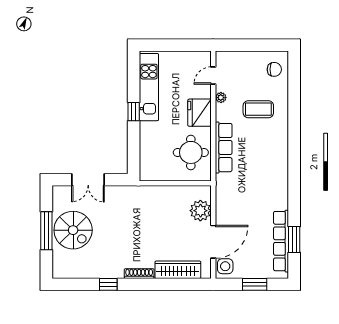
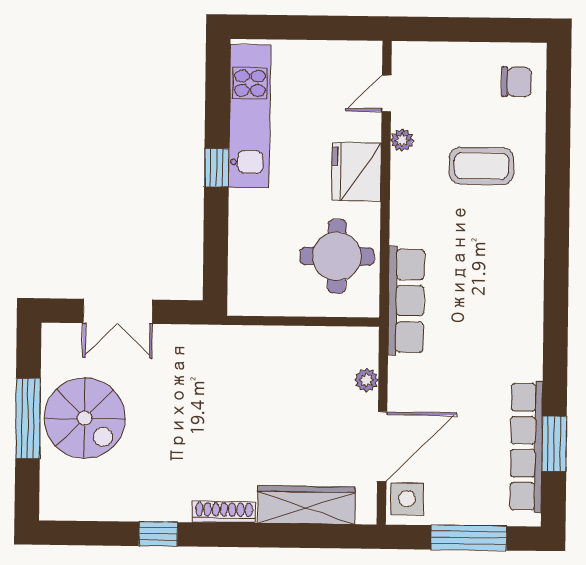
row of seats: (224, 148) -> (406, 301), moved
plant: (200, 211) -> (366, 380), width x0.53, depth x0.53
window: (255, 284) -> (469, 538), width x1.44

